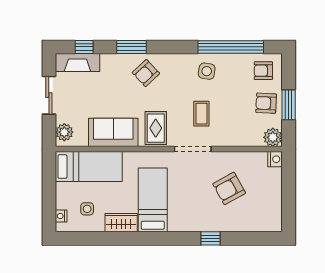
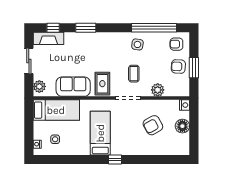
armchair: (146, 73) -> (96, 46), removed
plant: (273, 137) -> (158, 90), moved
floor lamp: (272, 190) -> (182, 126), added
wardrobe: (121, 223) -> (78, 149), removed
window: (211, 238) -> (115, 160), moved

